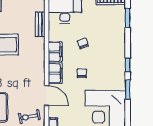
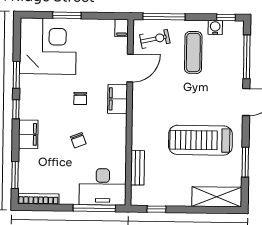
filing cabinet: (55, 52) -> (28, 134), moved, turned 180
door: (47, 95) -> (130, 68), swing flipped

